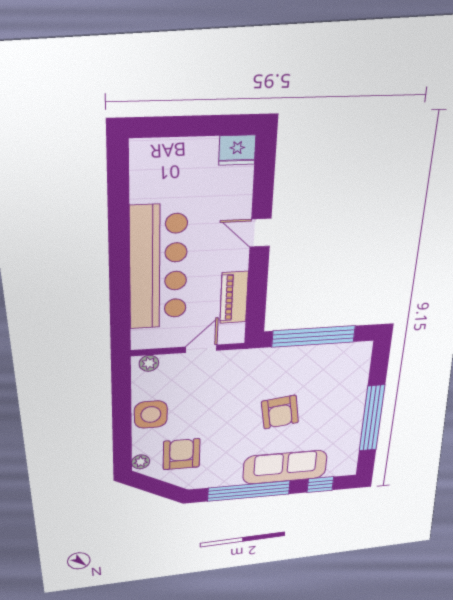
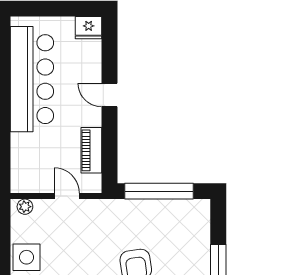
bar counter: (158, 267) -> (32, 79), moved
door: (201, 349) -> (67, 196), hinge flipped

